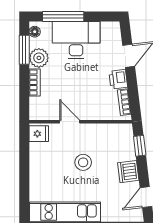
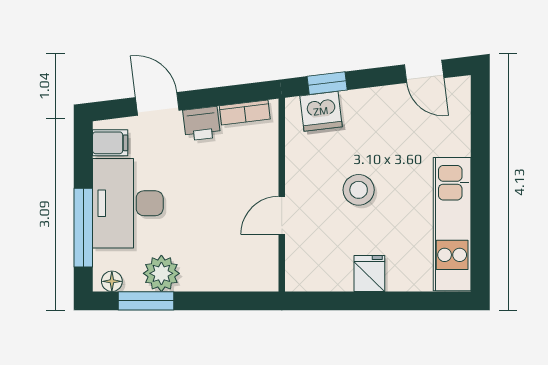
filing cabinet: (108, 31) -> (110, 143), added
bookcase: (35, 82) -> (208, 281), removed
fridge: (39, 134) -> (369, 273), moved
dishwasher: (128, 172) -> (321, 111), moved

